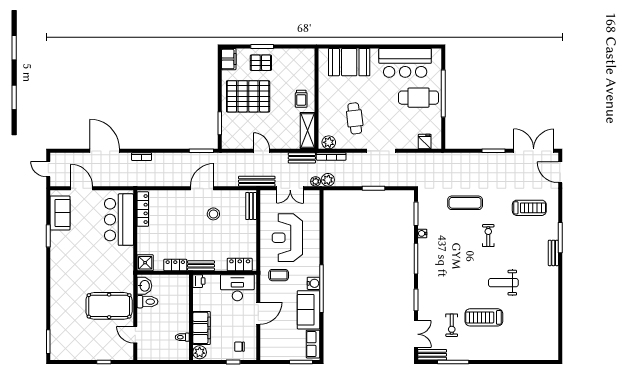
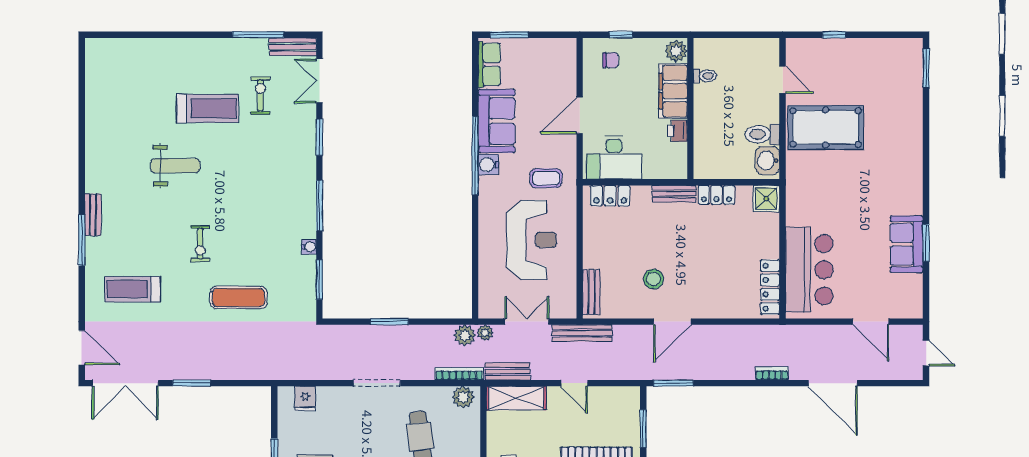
shelving: (307, 131) -> (516, 398), moved, turned 90
sofa: (60, 213) -> (907, 244), moved
printer: (199, 281) -> (677, 131), moved

